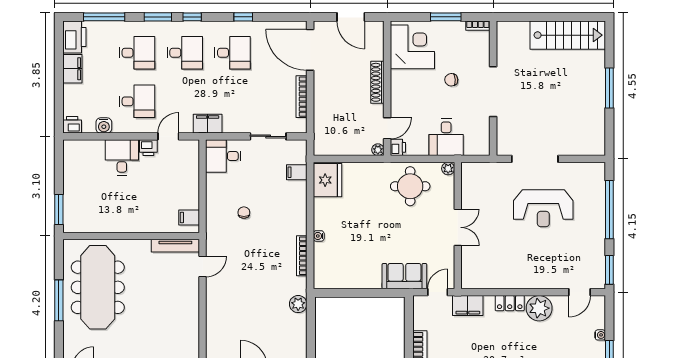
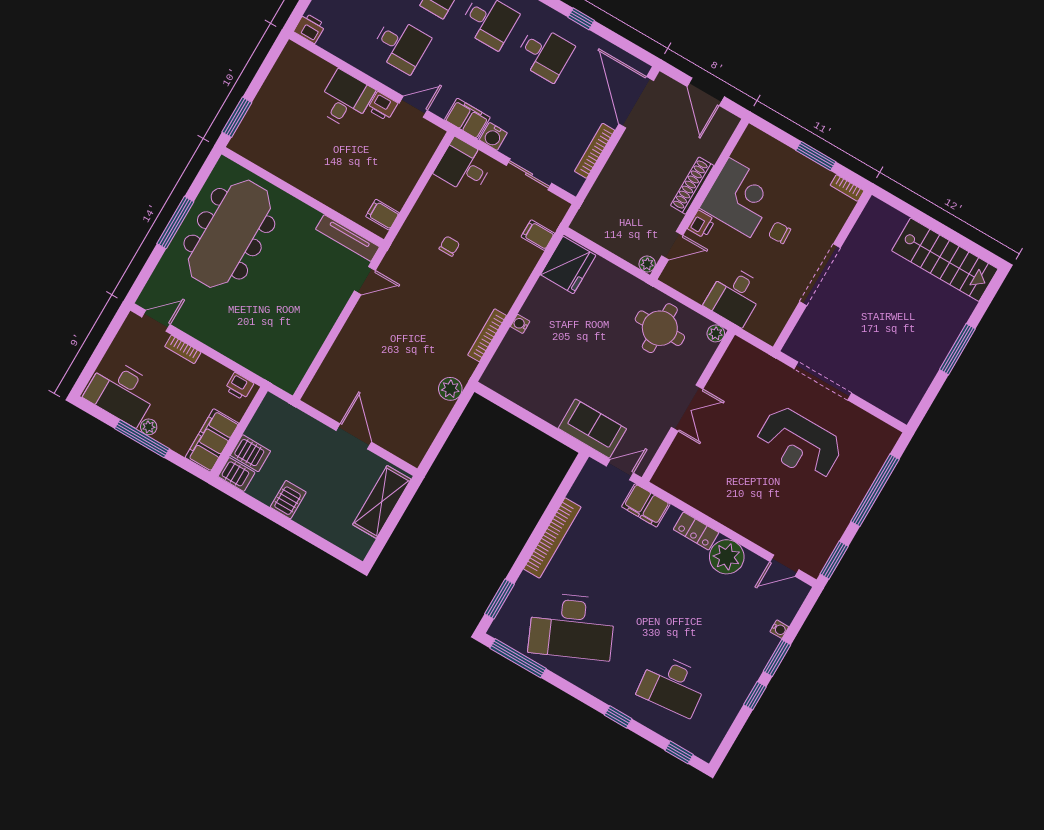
corner desk: (412, 47) -> (740, 197), moved
water cooler: (104, 125) -> (493, 136), moved
printer: (398, 147) -> (701, 224), moved

